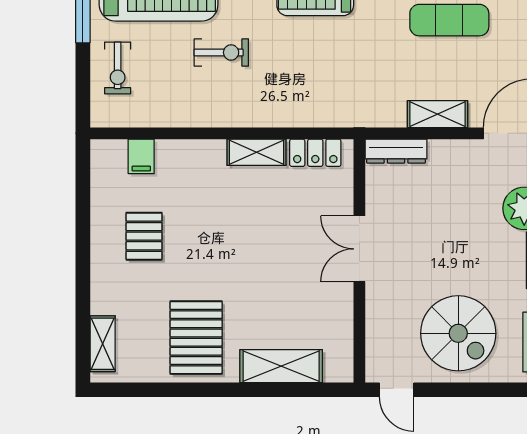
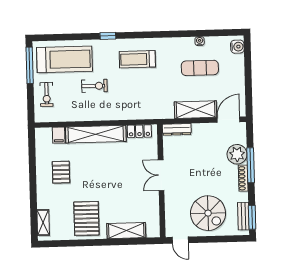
shelving: (438, 114) -> (196, 110), width x1.50, depth x1.33
shelving: (256, 152) -> (96, 134), width x2.20, depth x1.33

